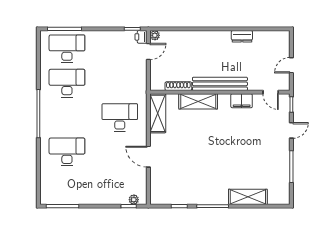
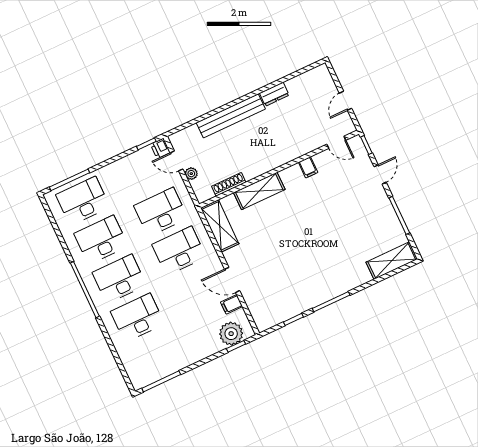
plant: (155, 35) -> (191, 174), moved
door: (148, 52) -> (176, 161), swing flipped
desk: (120, 83) -> (161, 212), added
bench: (220, 84) -> (231, 116), moved
filing cabinet: (242, 101) -> (308, 167), width x0.50
desk: (67, 117) -> (119, 279), added
filing cabinet: (140, 174) -> (232, 304), added
shelving: (248, 197) -> (392, 261), moved
plant: (134, 200) -> (231, 334), width x1.88, depth x1.88

